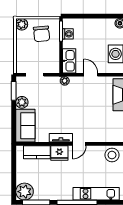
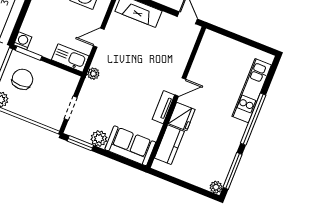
chair: (42, 34) -> (22, 79), turned -84
washing machine: (68, 34) -> (23, 41), moved
door: (79, 144) -> (180, 87), hinge flipped
stool: (112, 155) -> (211, 51), removed
plant: (25, 192) -> (216, 187), width x0.53, depth x0.53

